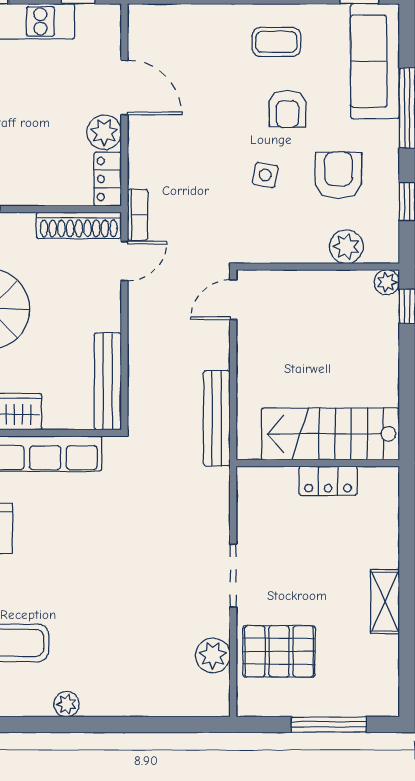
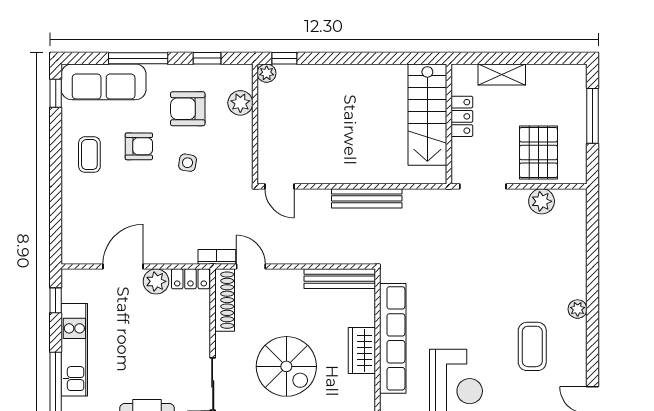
stairs: (330, 434) -> (427, 115), moved
wall: (318, 463) -> (449, 124), moved
locker: (328, 481) -> (462, 116), moved

